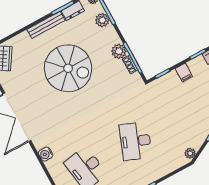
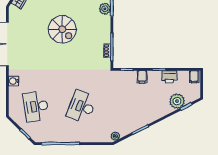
plant: (119, 51) -> (105, 37), removed
spiral stairs: (68, 68) -> (62, 29), width x0.73, depth x0.73

